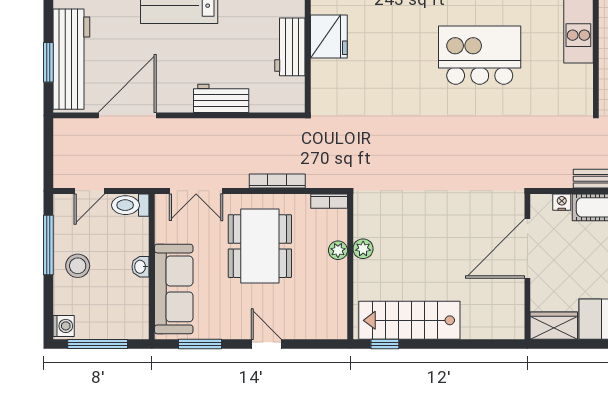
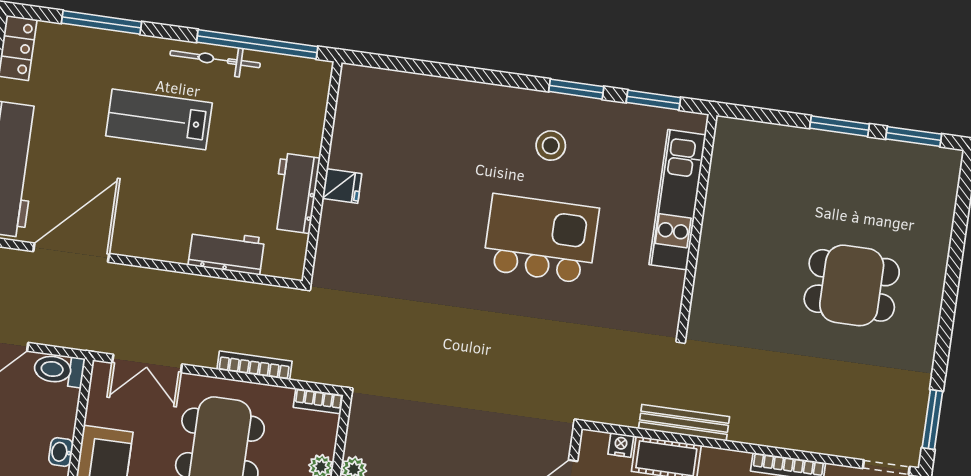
fridge: (329, 37) -> (342, 186), width x0.53, depth x0.75
workbench: (221, 98) -> (226, 252), moved

